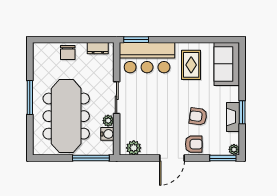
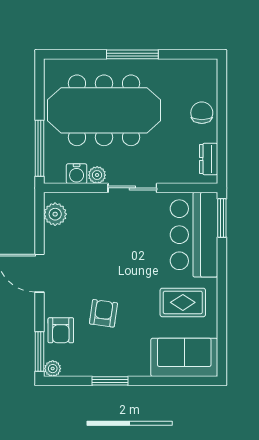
chair: (68, 53) -> (202, 113), turned 90
fireplace: (233, 117) -> (103, 367), removed
armchair: (194, 144) -> (61, 330), moved

